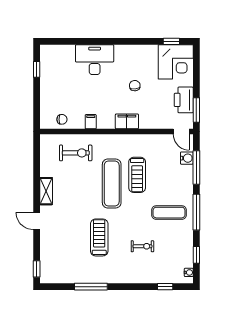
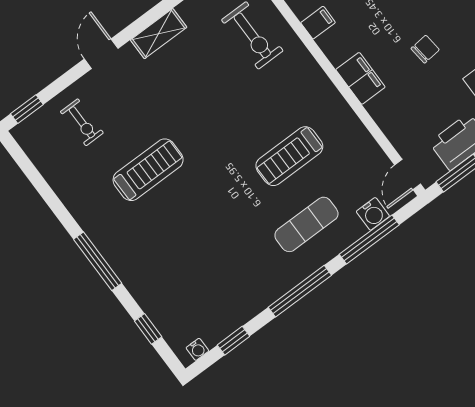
exercise mat: (112, 184) -> (246, 127), removed
exercise mat: (169, 213) -> (306, 224), moved, turned 90
exercise bike: (142, 246) -> (82, 122), moved
window: (91, 287) -> (98, 261), moved

